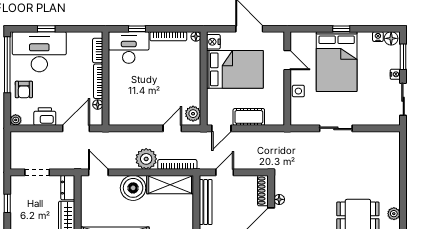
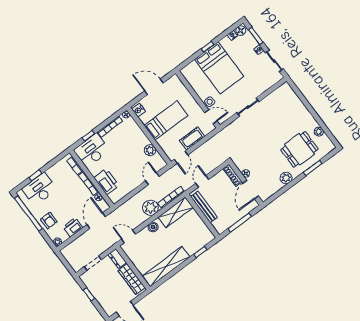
desk: (39, 52) -> (39, 189), width x0.73, depth x0.77
door: (287, 60) -> (211, 117), moved
bed: (235, 69) -> (166, 120), width x0.67
printer: (119, 94) -> (106, 182), added
plant: (193, 114) -> (150, 150), moved
boiler: (133, 188) -> (153, 227), width x0.54, depth x0.54

